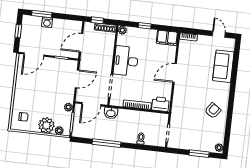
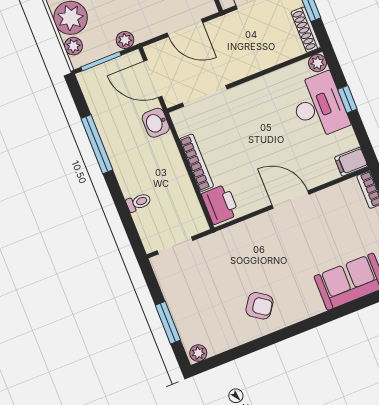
filing cabinet: (167, 38) -> (351, 162), width x0.50
desk: (126, 61) -> (319, 106), moved, turned 90

